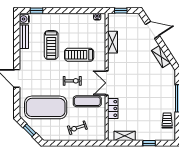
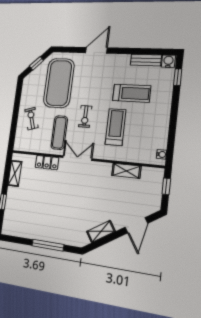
treadmill: (51, 45) -> (132, 93), turned 180
trolley: (167, 121) -> (24, 227), removed

